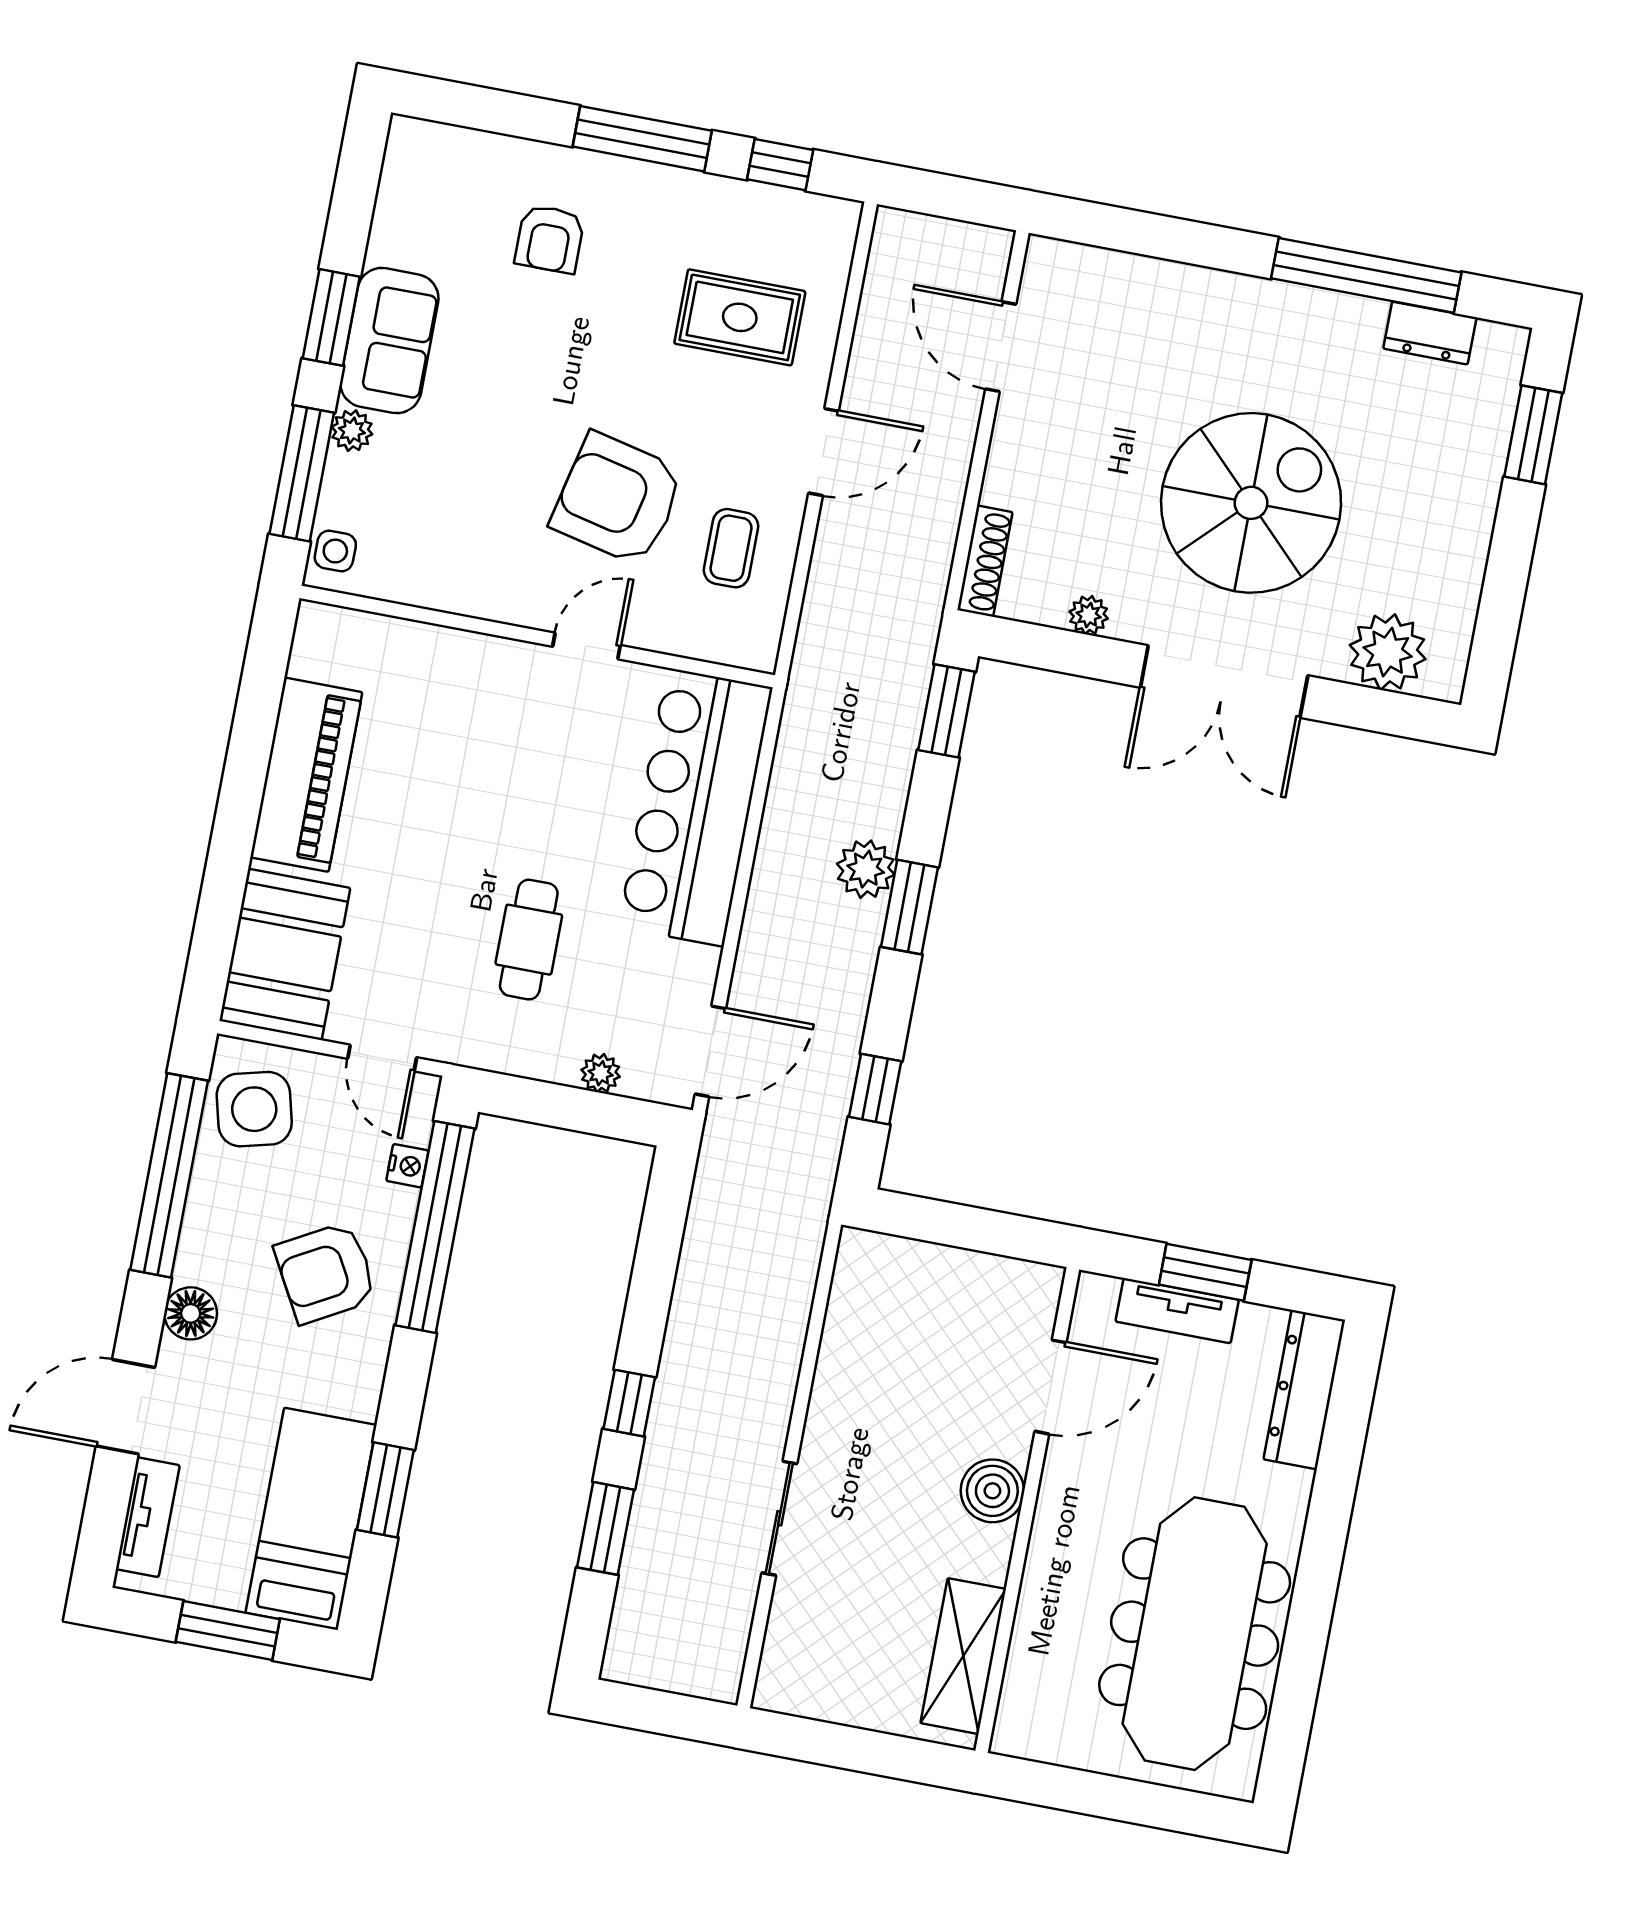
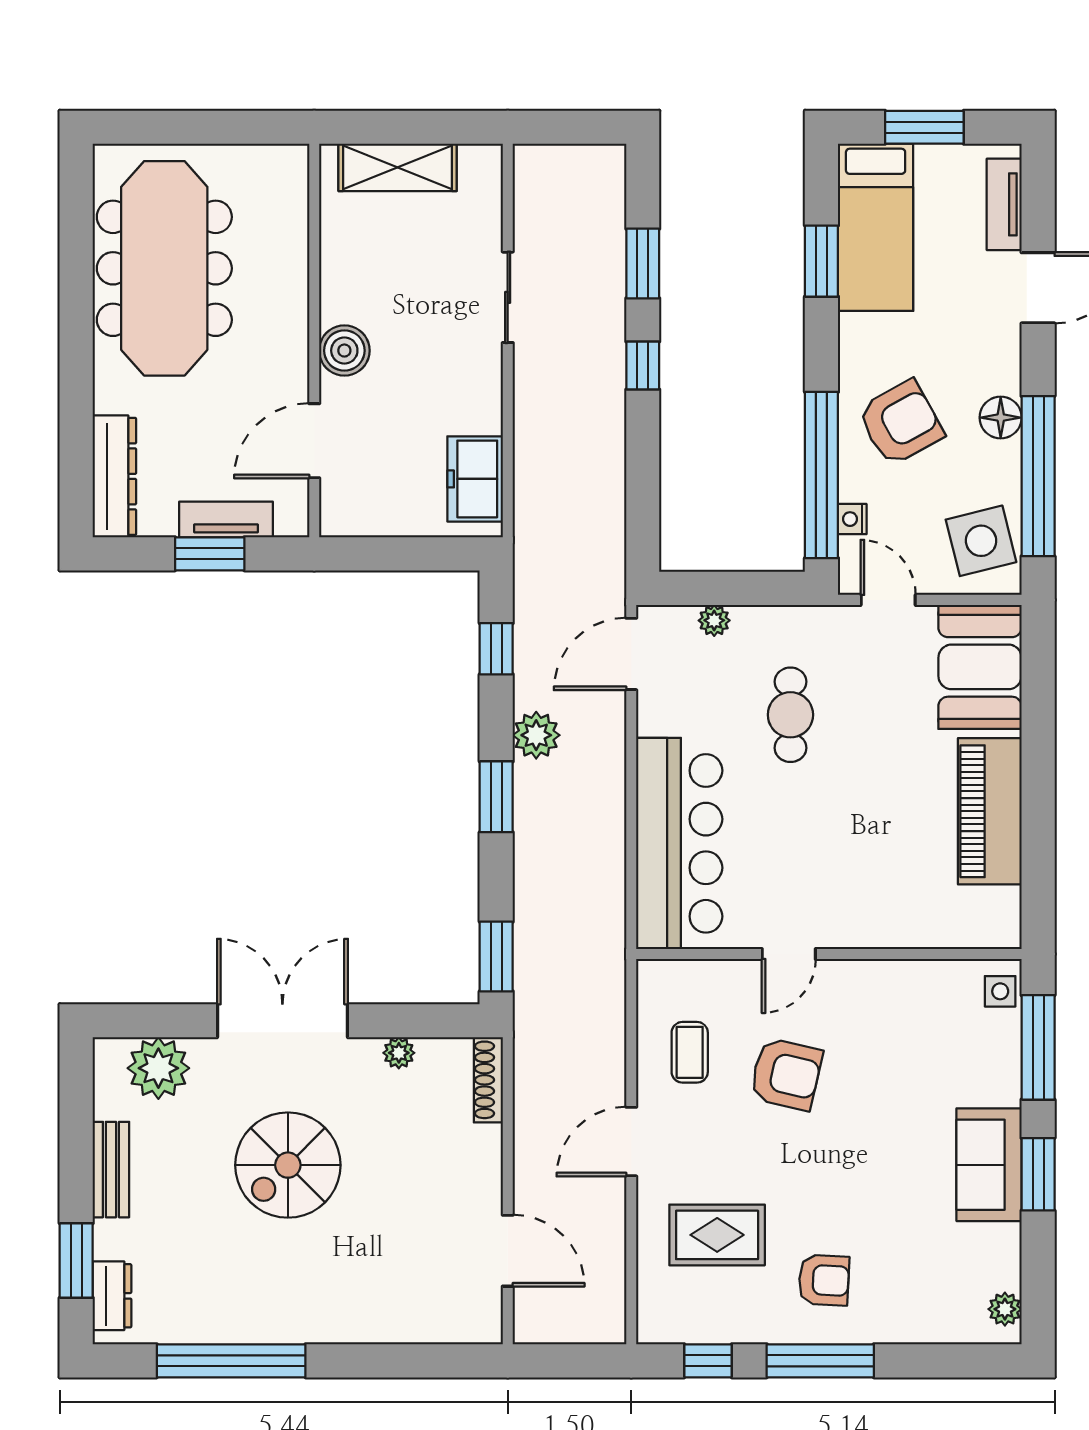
armchair: (550, 239) -> (824, 1280), moved, turned 93
dresser: (1430, 333) -> (112, 1296), moved, turned 90
plant: (352, 431) -> (1005, 1309), moved
armchair: (618, 499) -> (786, 1074), width x0.73, depth x0.73
spiral stairs: (1251, 503) -> (288, 1165), width x0.73, depth x0.73
bench: (1469, 538) -> (111, 1170), added
plant: (866, 869) -> (536, 735), moved
freezer: (862, 1303) -> (475, 479), added
floor lamp: (191, 1313) -> (1001, 418), moved
shelving: (963, 1656) -> (398, 167), moved, turned 90

